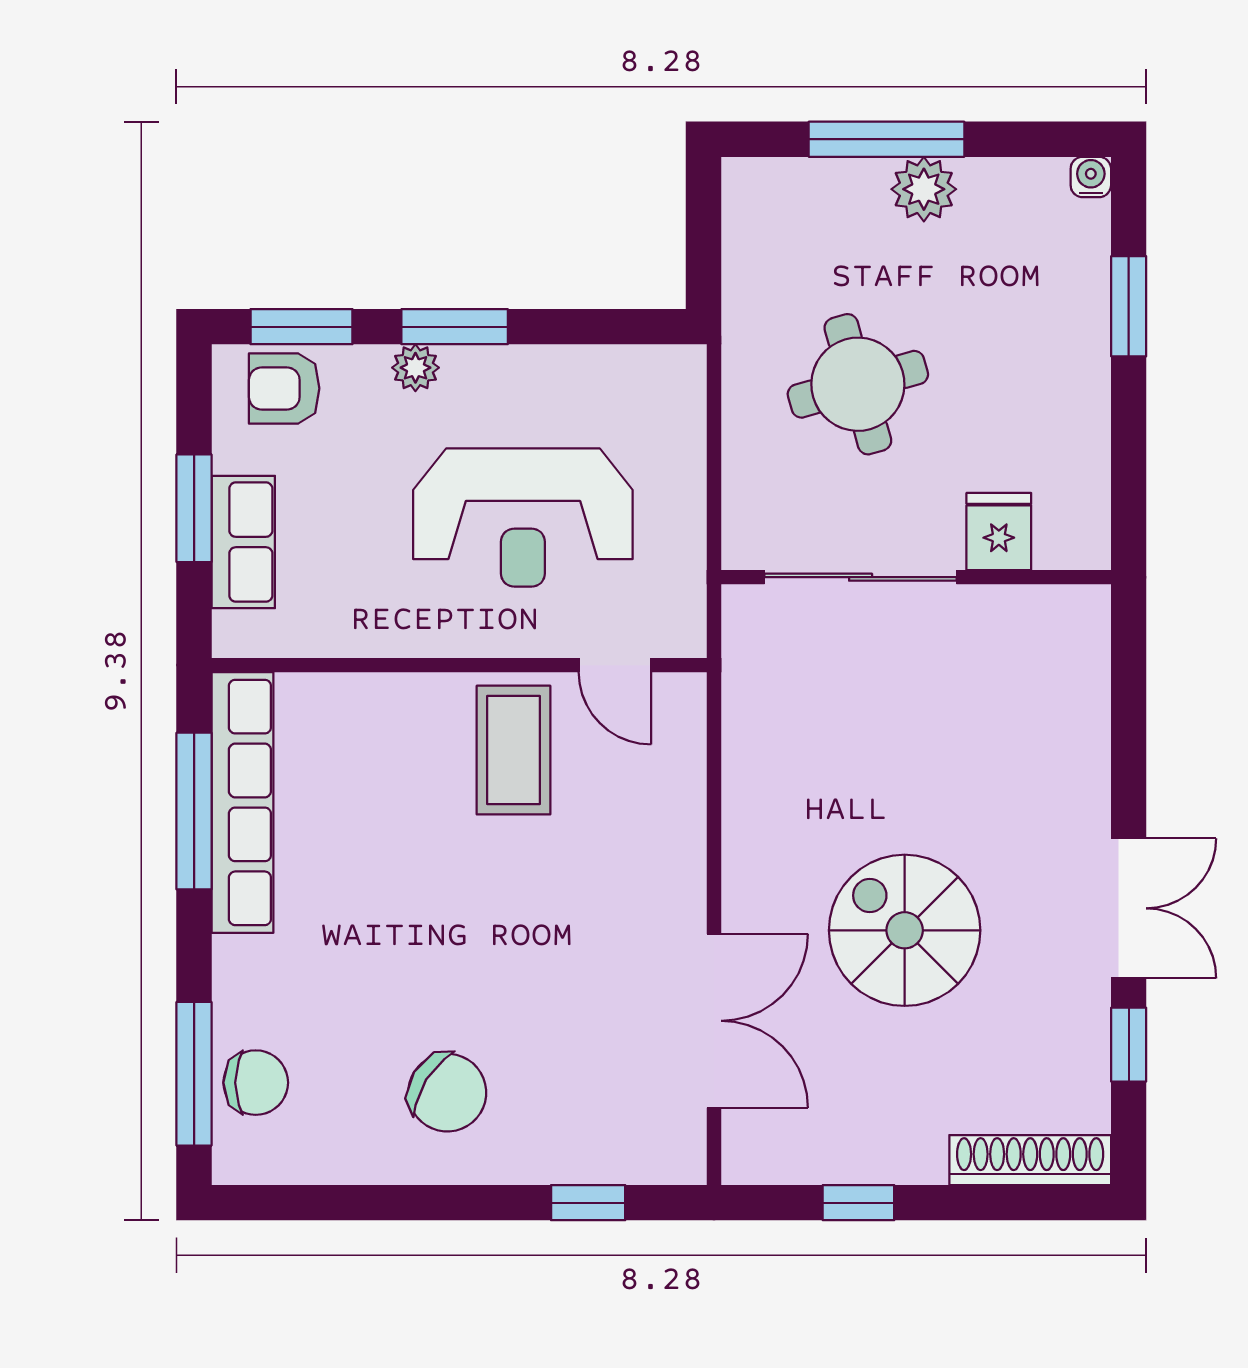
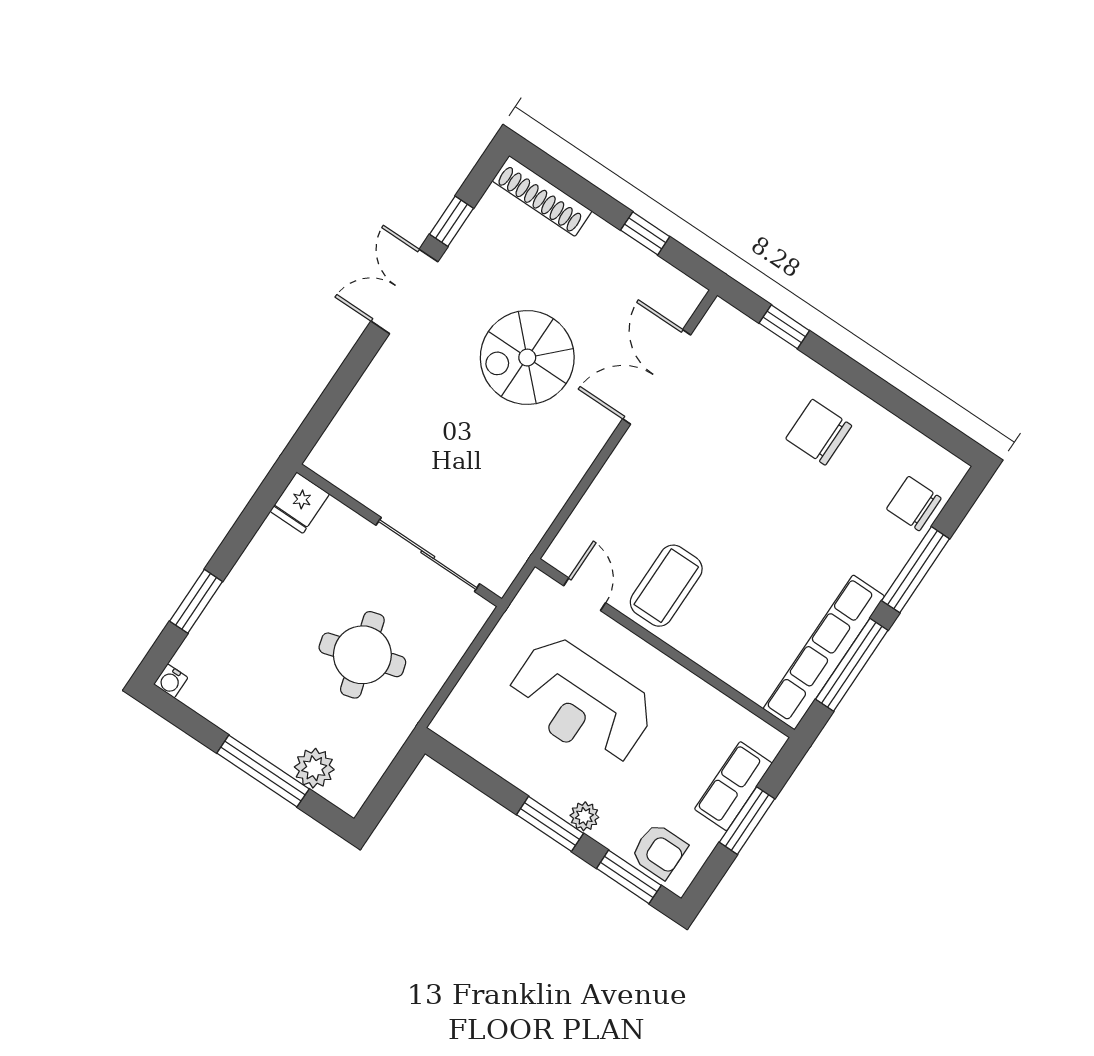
plant: (924, 189) -> (314, 768), moved
reception desk: (523, 518) -> (581, 702), turned 180
fridge: (999, 532) -> (300, 503), moved
spiral stairs: (905, 930) -> (527, 358), turned 90
window: (194, 1074) -> (916, 570), moved
chair: (447, 1093) -> (819, 432), turned -32

